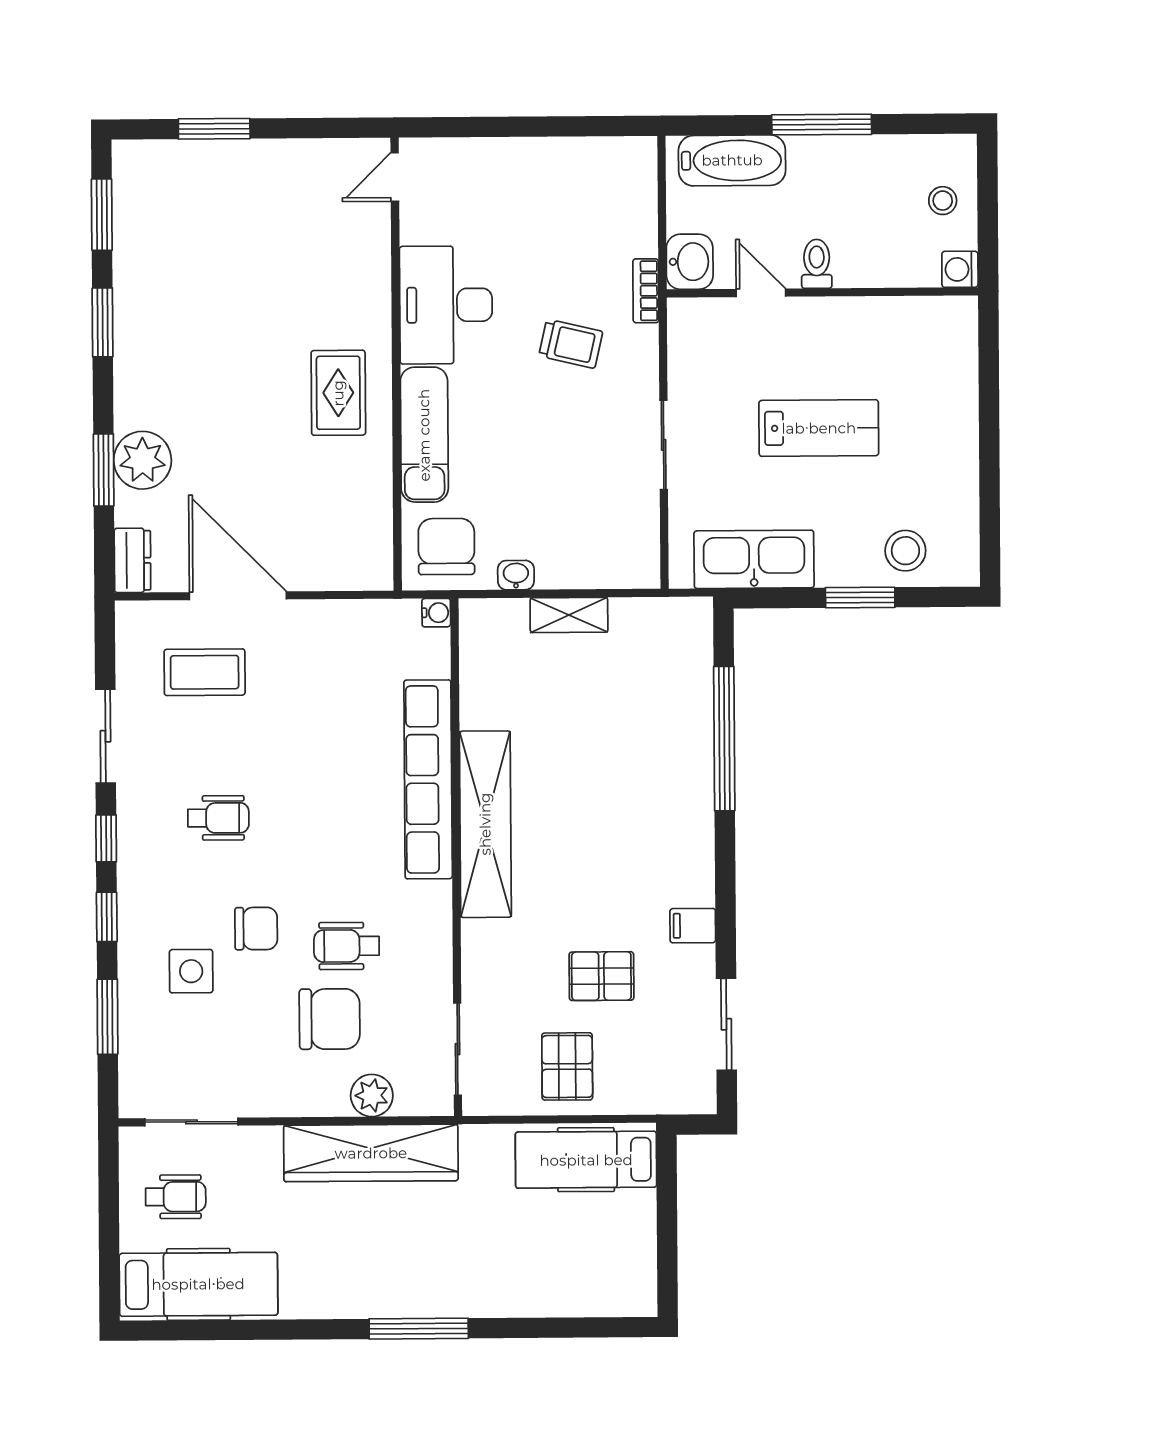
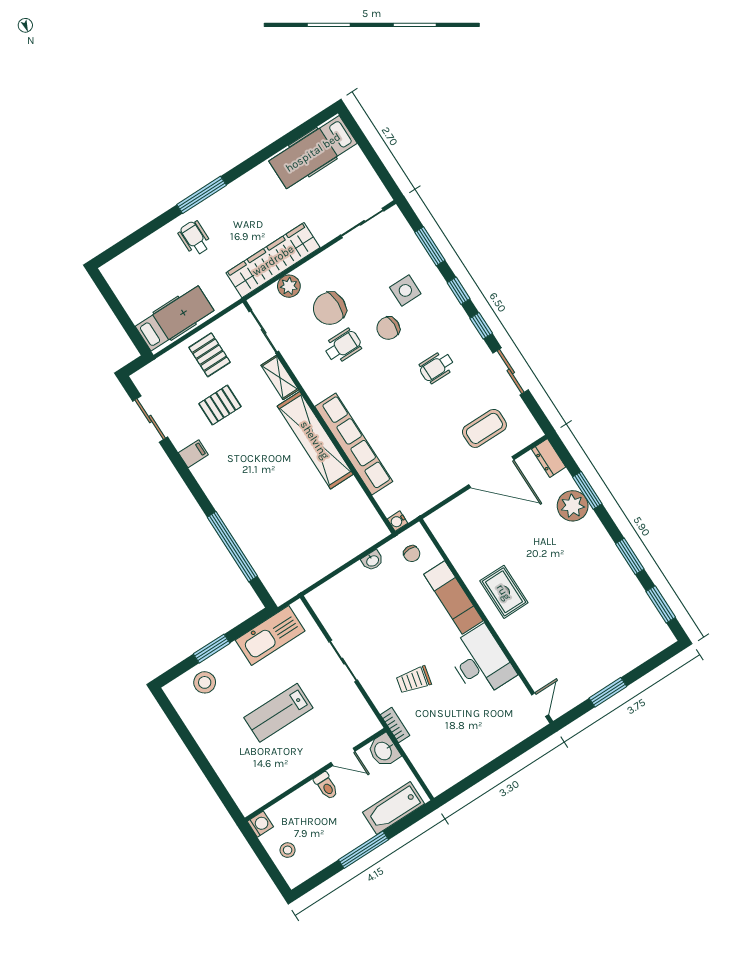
window: (214, 129) -> (608, 692), moved
chair: (446, 547) -> (412, 554), width x0.54, depth x0.54
shelving: (569, 615) -> (280, 377), moved, turned 90
wheelchair: (176, 1197) -> (195, 238), moved, turned 90

